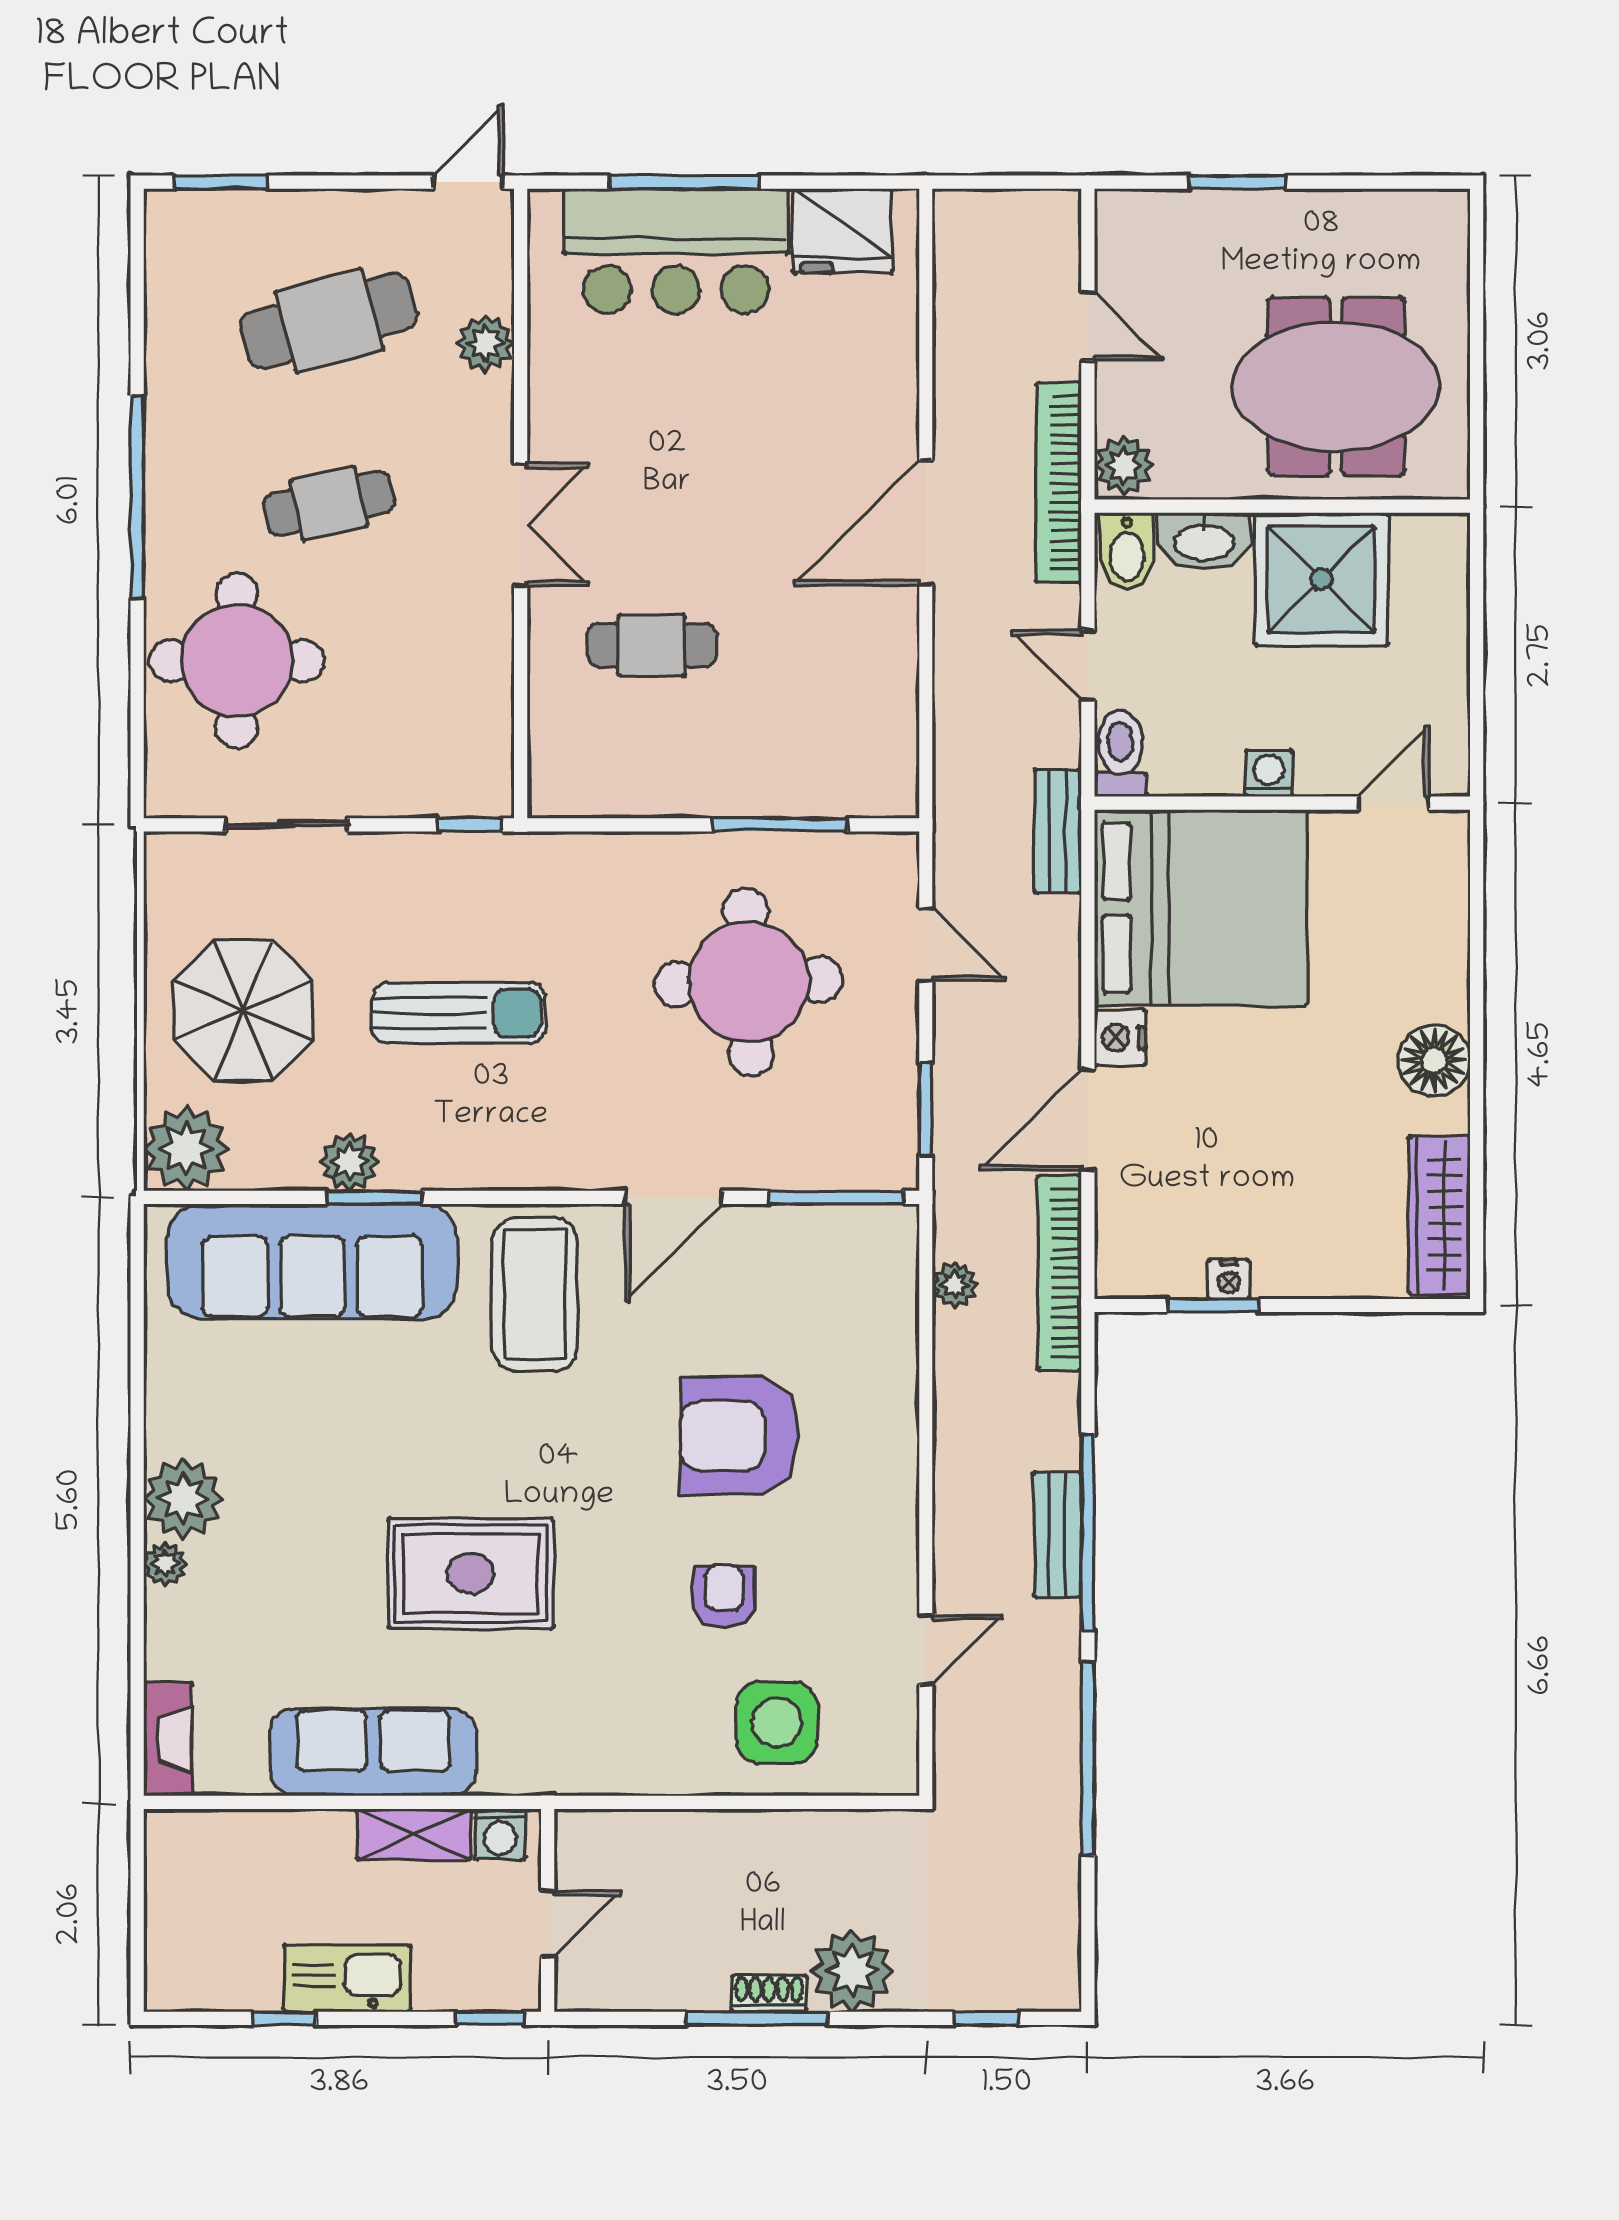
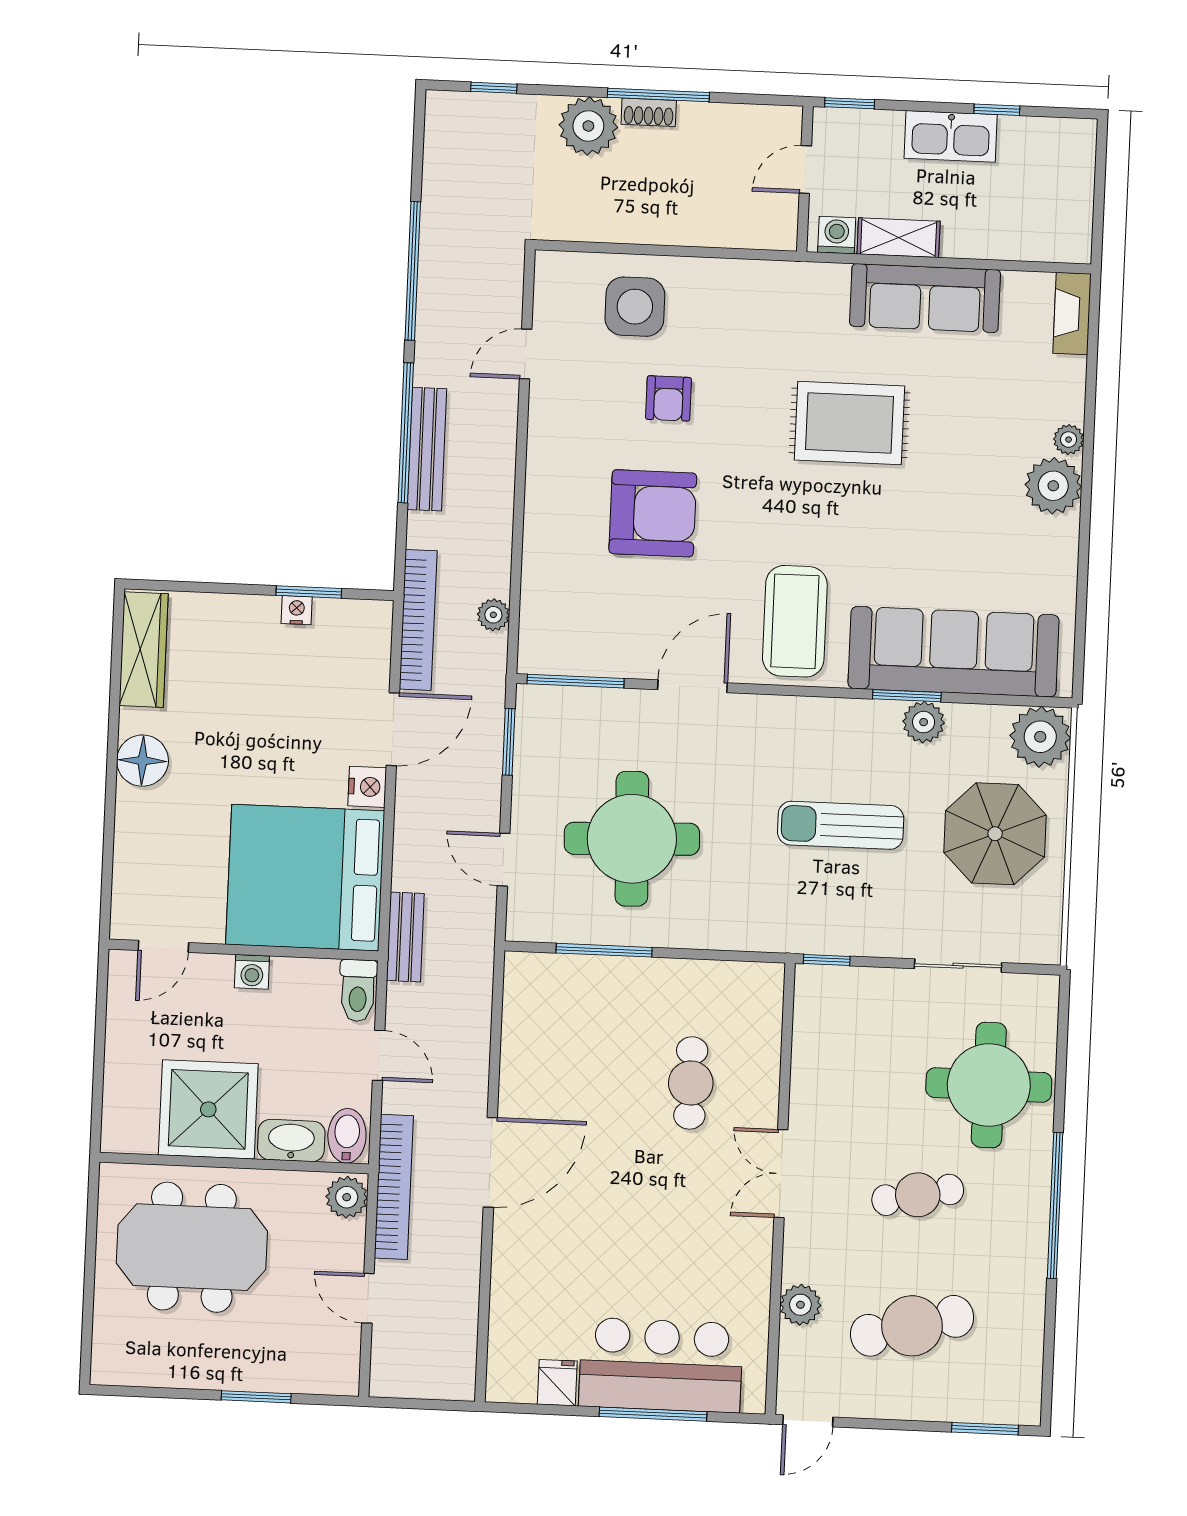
fridge: (843, 231) -> (557, 1383), width x0.53, depth x0.75
cafe table: (652, 645) -> (691, 1083), turned 90
bench: (1057, 1534) -> (427, 449), width x1.36

